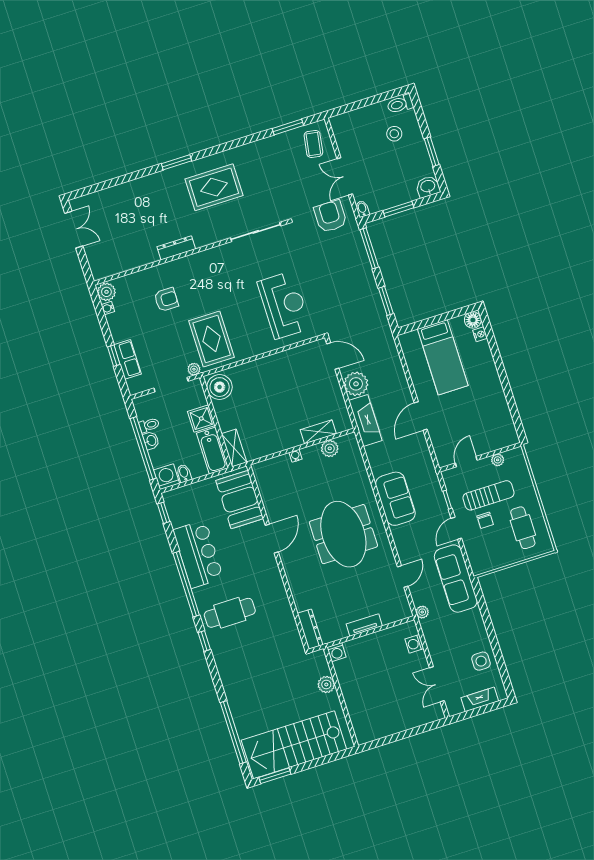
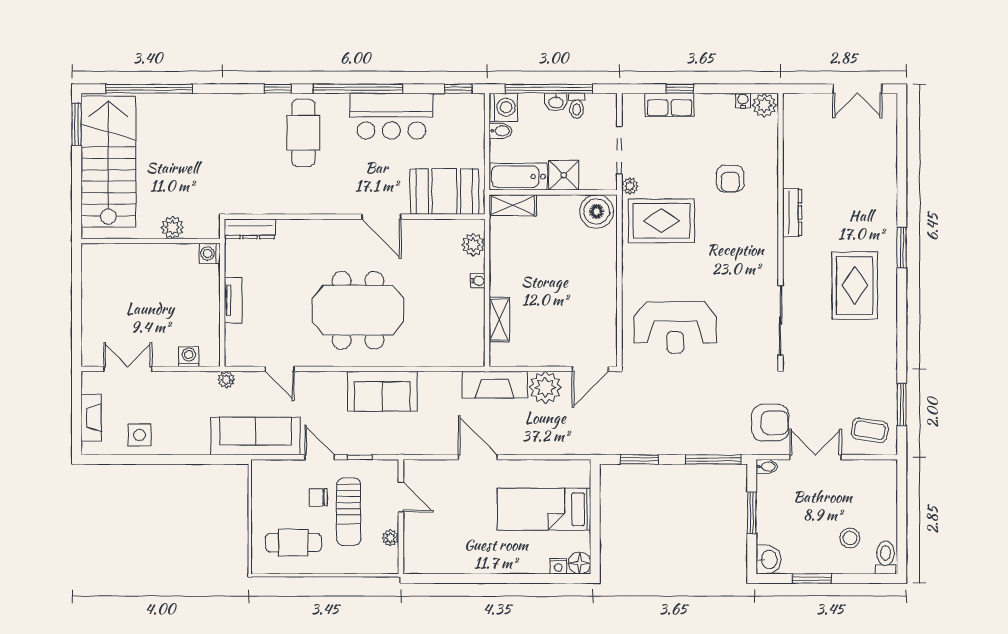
plant: (330, 448) -> (473, 245), moved

